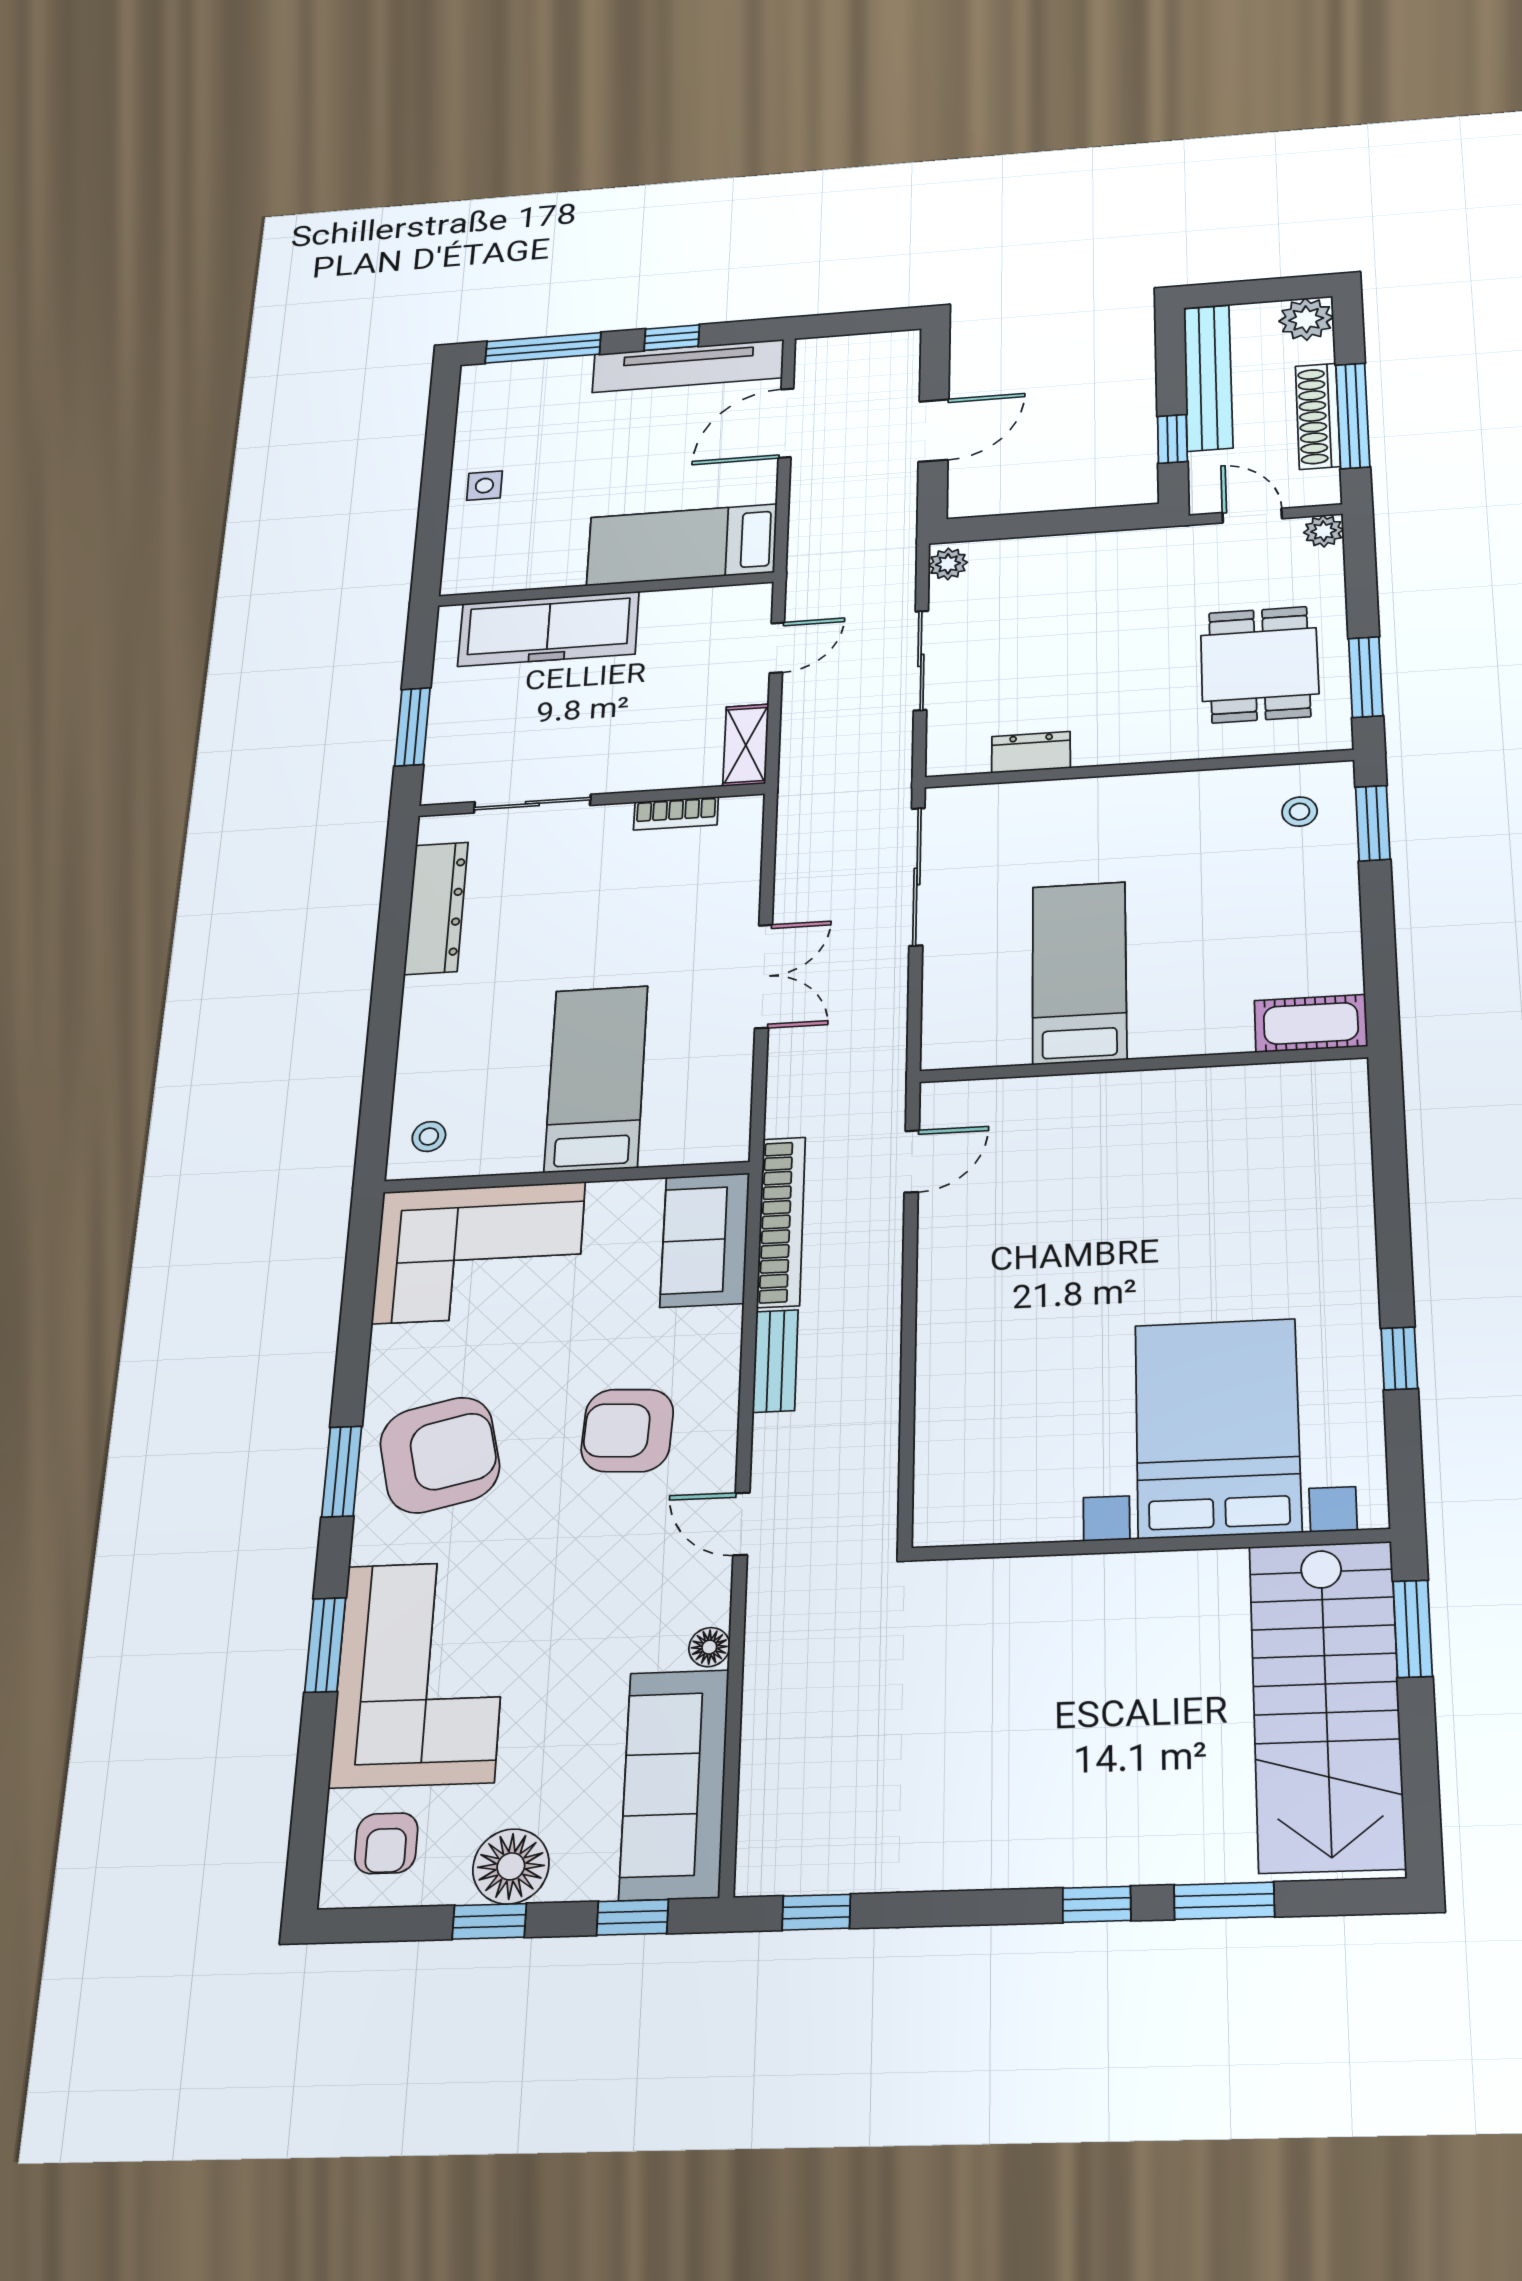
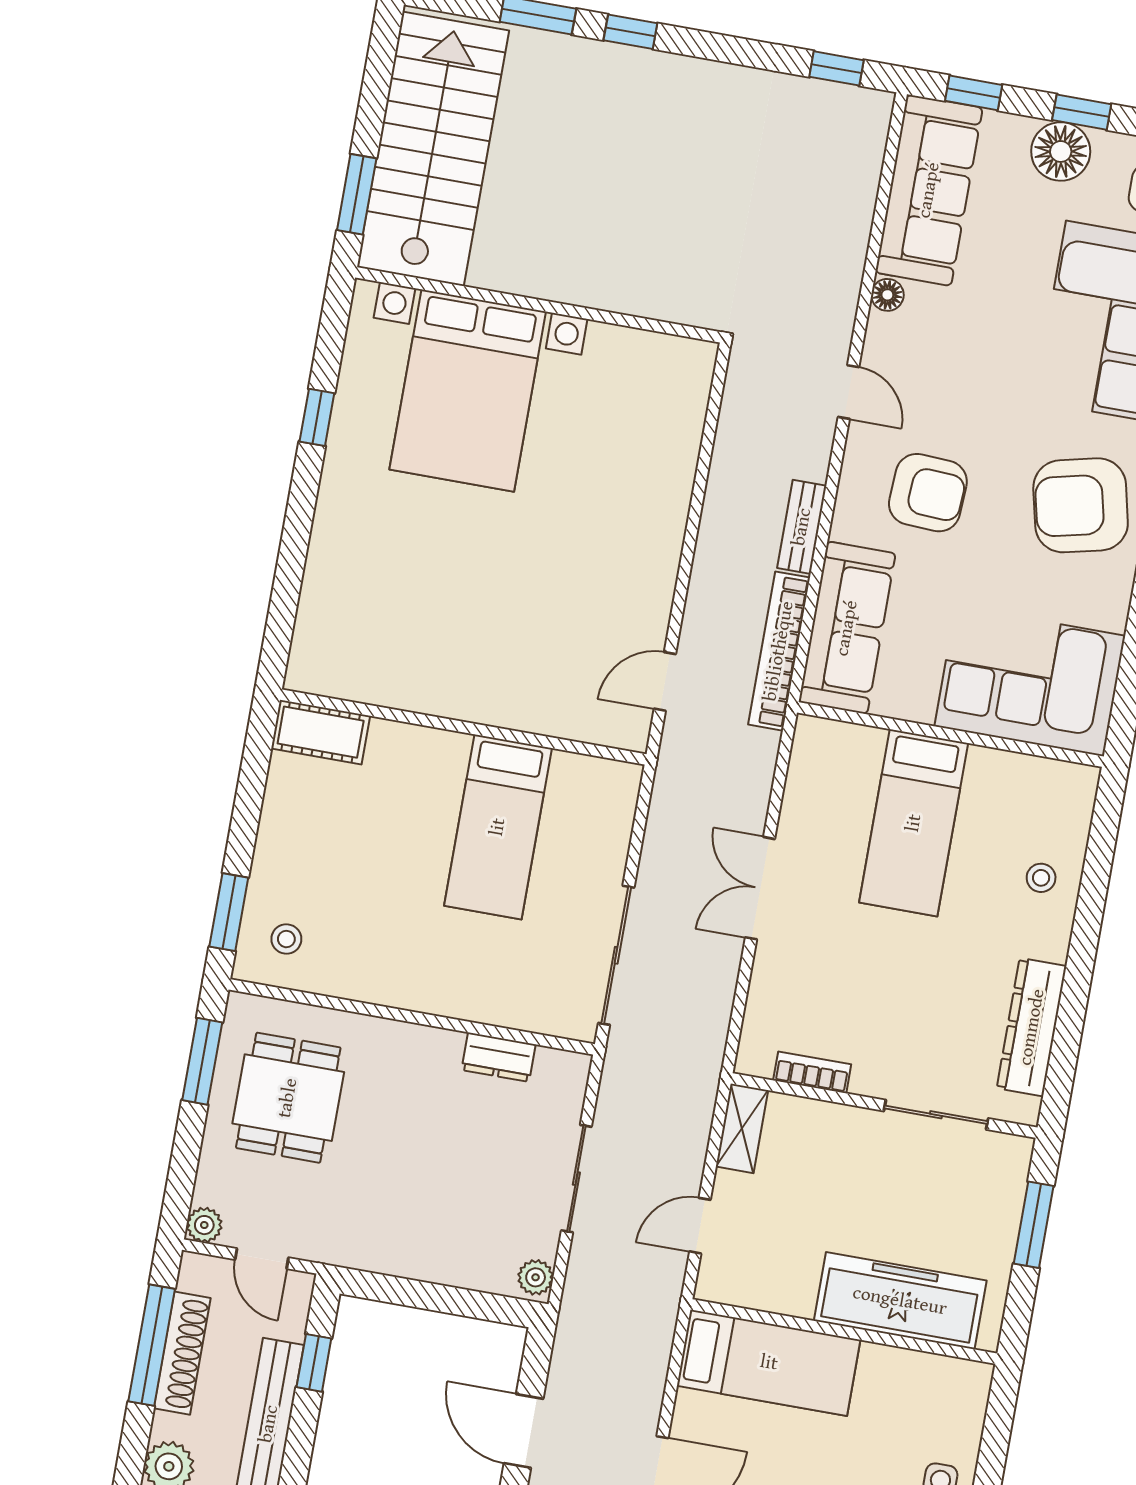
door: (934, 431) -> (524, 1431), hinge flipped
stool: (429, 1136) -> (1041, 878), moved
sofa: (705, 1240) -> (847, 628), width x1.36

